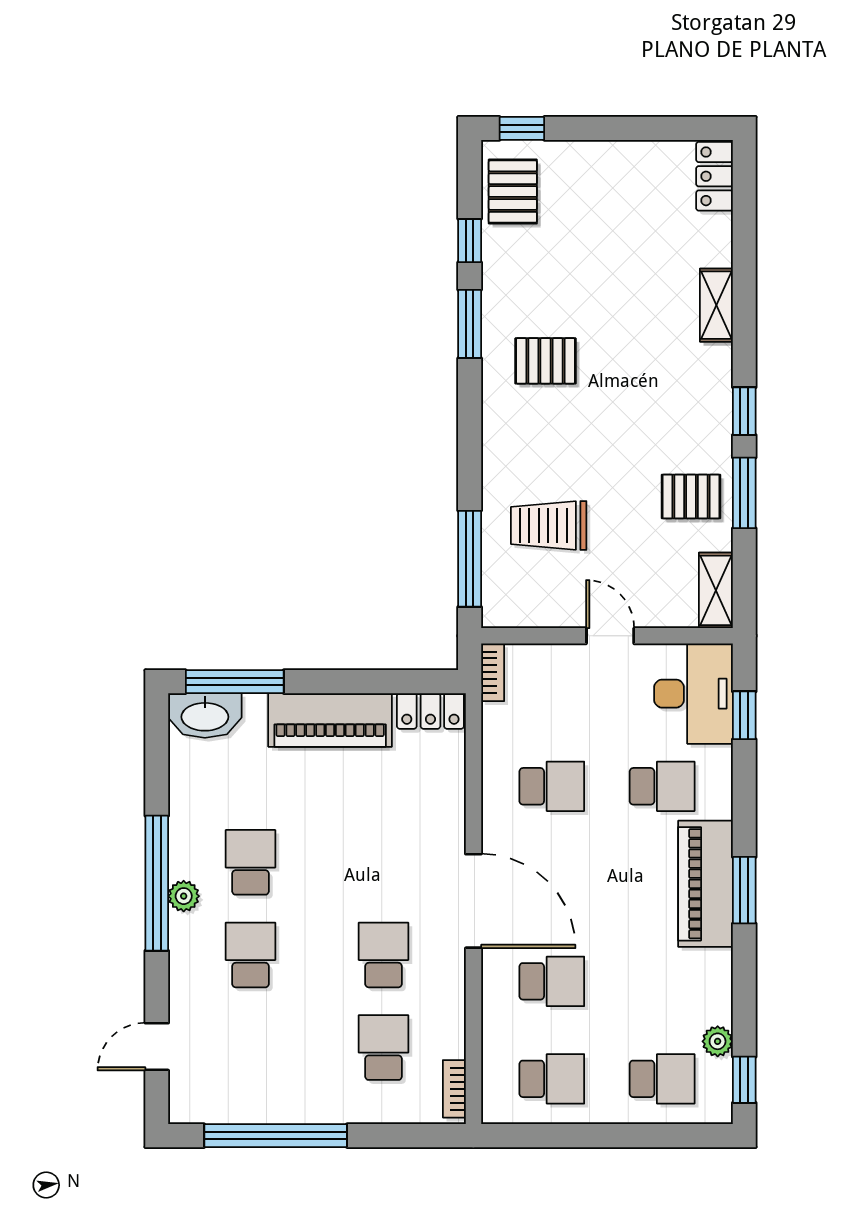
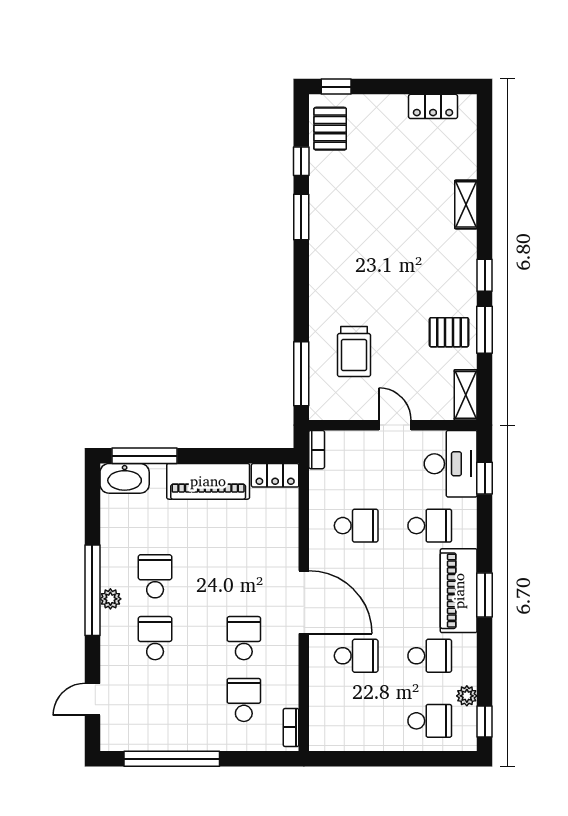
locker: (714, 176) -> (433, 106), moved, turned -90
pallet: (546, 361) -> (352, 242), removed
trolley: (549, 525) -> (354, 351), turned -90
school desk: (552, 1079) -> (430, 656), moved

